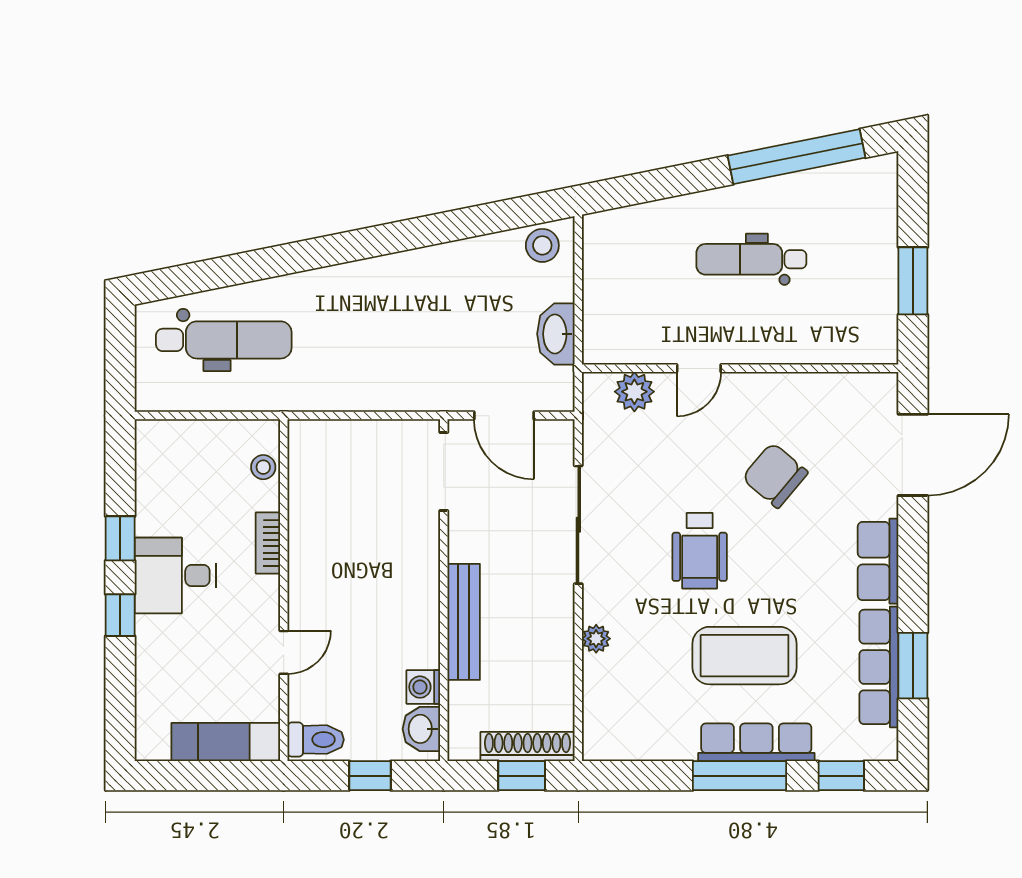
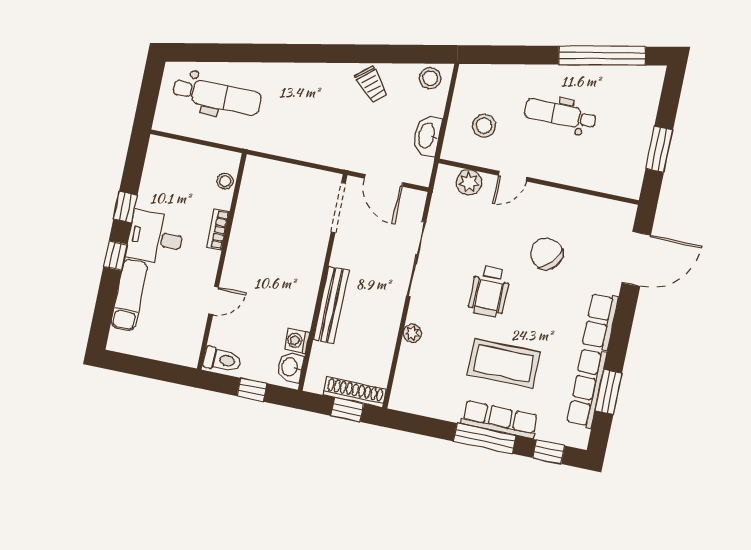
trolley: (455, 274) -> (372, 85), added
stool: (639, 301) -> (484, 126), added
exam couch: (226, 742) -> (129, 295), moved, turned 90

